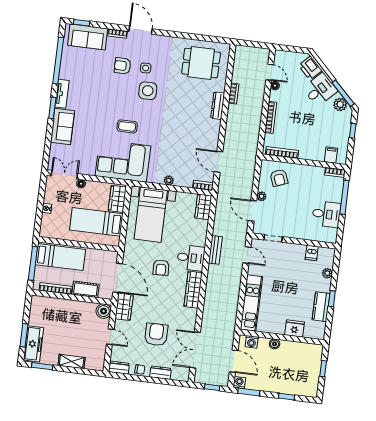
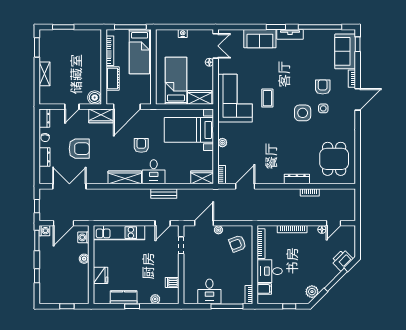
desk: (320, 90) -> (270, 271), moved, turned 135
window: (343, 93) -> (336, 280), moved
armchair: (161, 268) -> (141, 145), turned 92
freezer: (34, 344) -> (56, 37), removed

